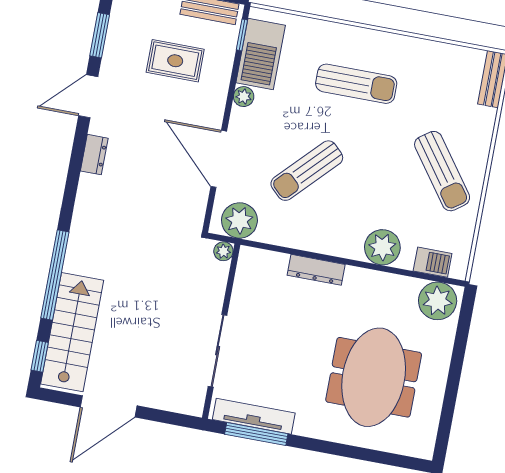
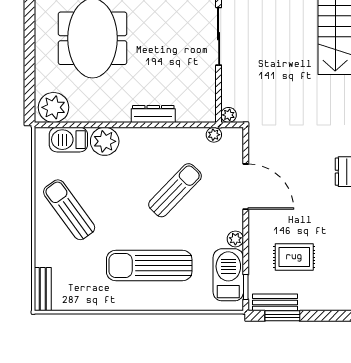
sun lounger: (356, 84) -> (149, 265), width x1.36, depth x1.34
plant: (239, 220) -> (214, 135), width x0.53, depth x0.53
barbecue: (433, 262) -> (68, 140), width x1.38, depth x1.27

